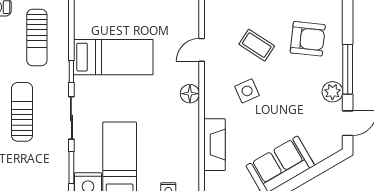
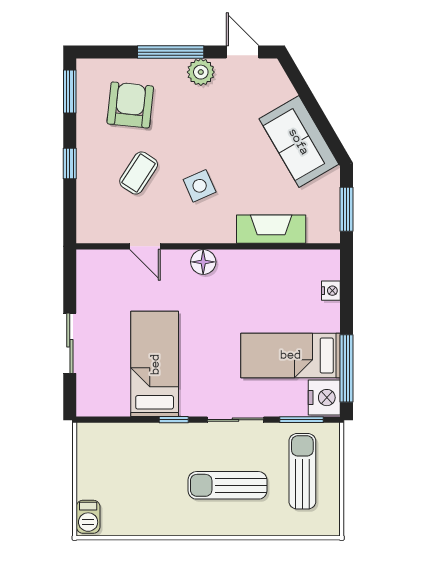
sun lounger: (37, 38) -> (302, 471), moved, turned -90

